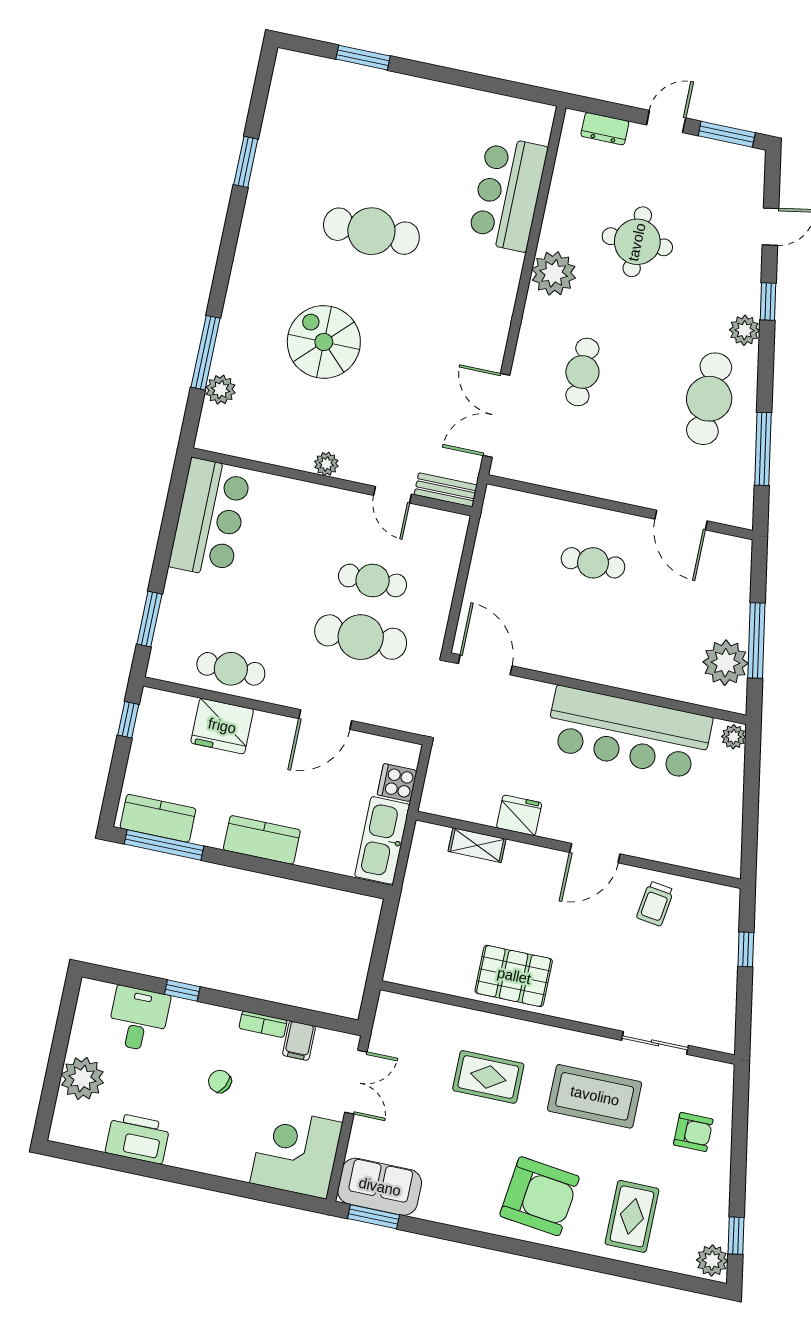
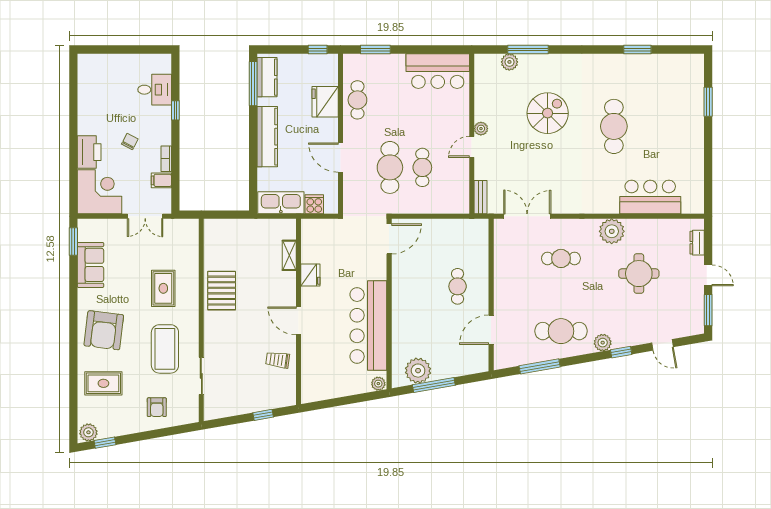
door: (393, 495) -> (472, 147), moved
kitchen counter: (262, 840) -> (267, 137), width x1.50
plant: (82, 1078) -> (116, 66), removed
printer: (138, 1138) -> (89, 152), moved
sofa: (380, 1187) -> (90, 265), moved

